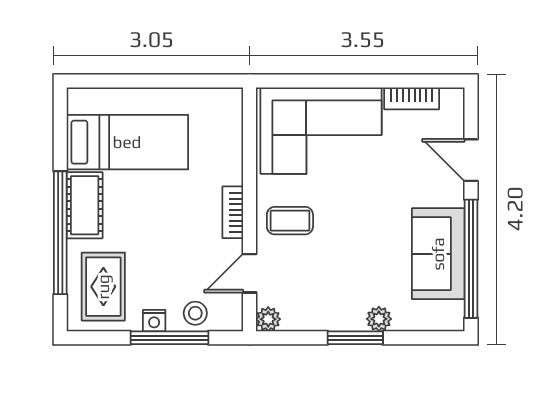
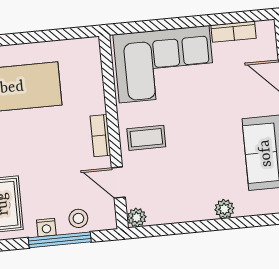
door: (250, 273) -> (118, 182), hinge flipped
window: (355, 338) -> (207, 226), removed

